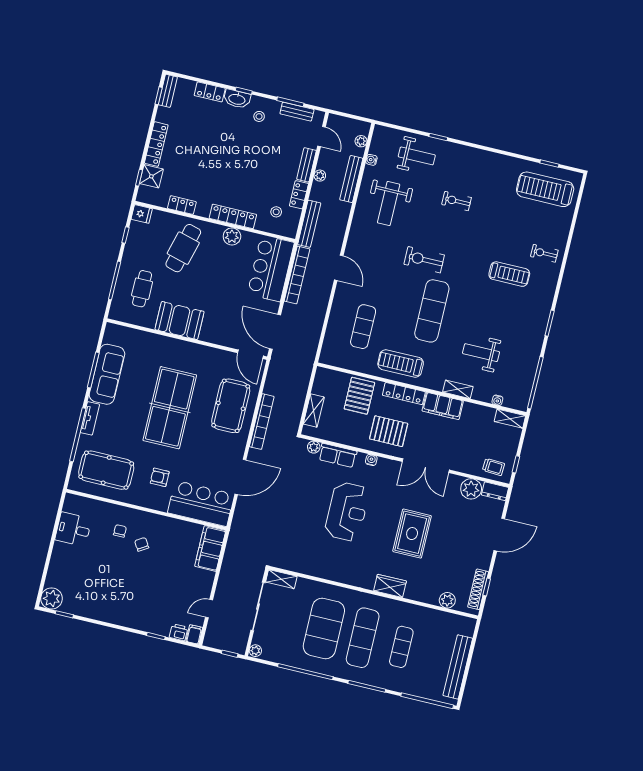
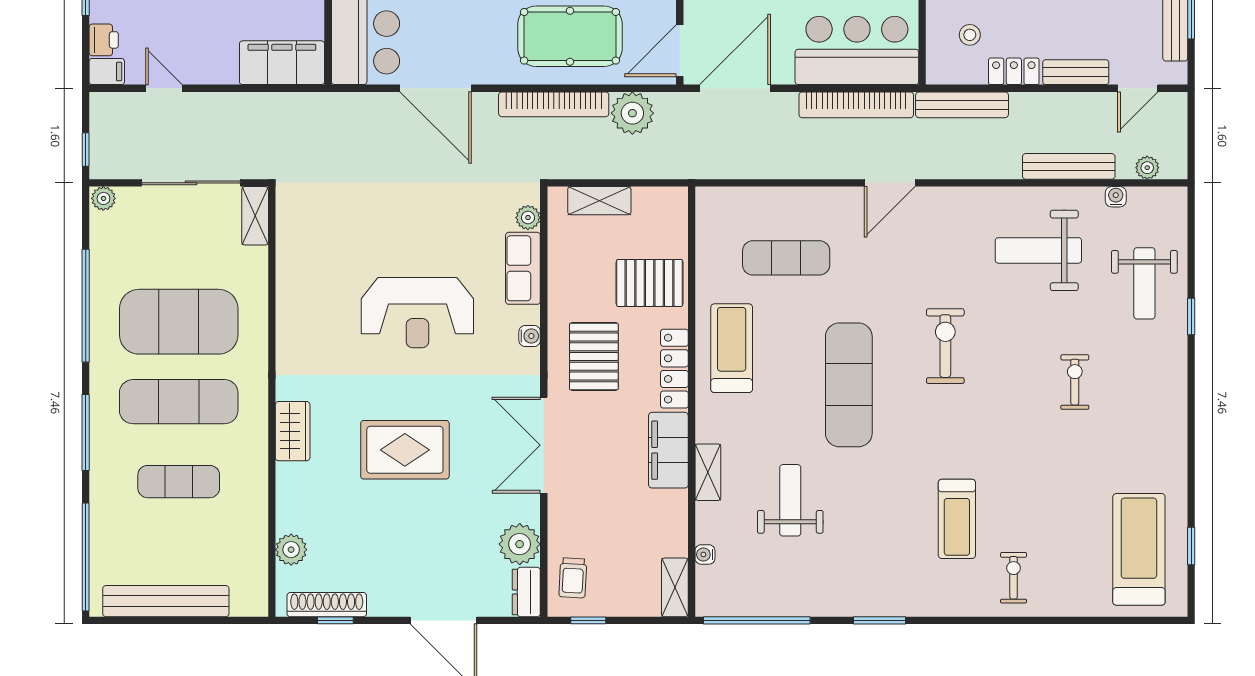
plant: (320, 176) -> (632, 113), moved, width x1.88, depth x1.88
exercise mat: (432, 311) -> (849, 385), turned 90

